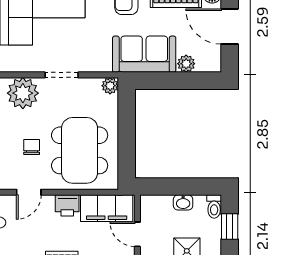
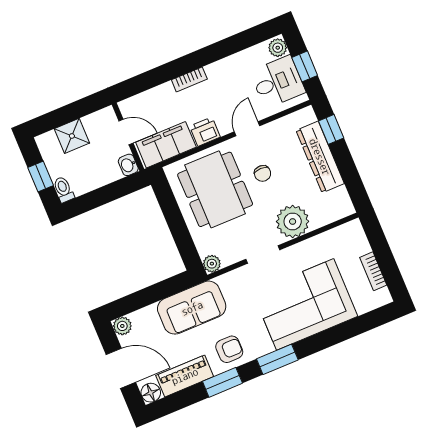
plant: (186, 64) -> (122, 326), moved
washbasin: (183, 202) -> (128, 165), moved, turned -90

